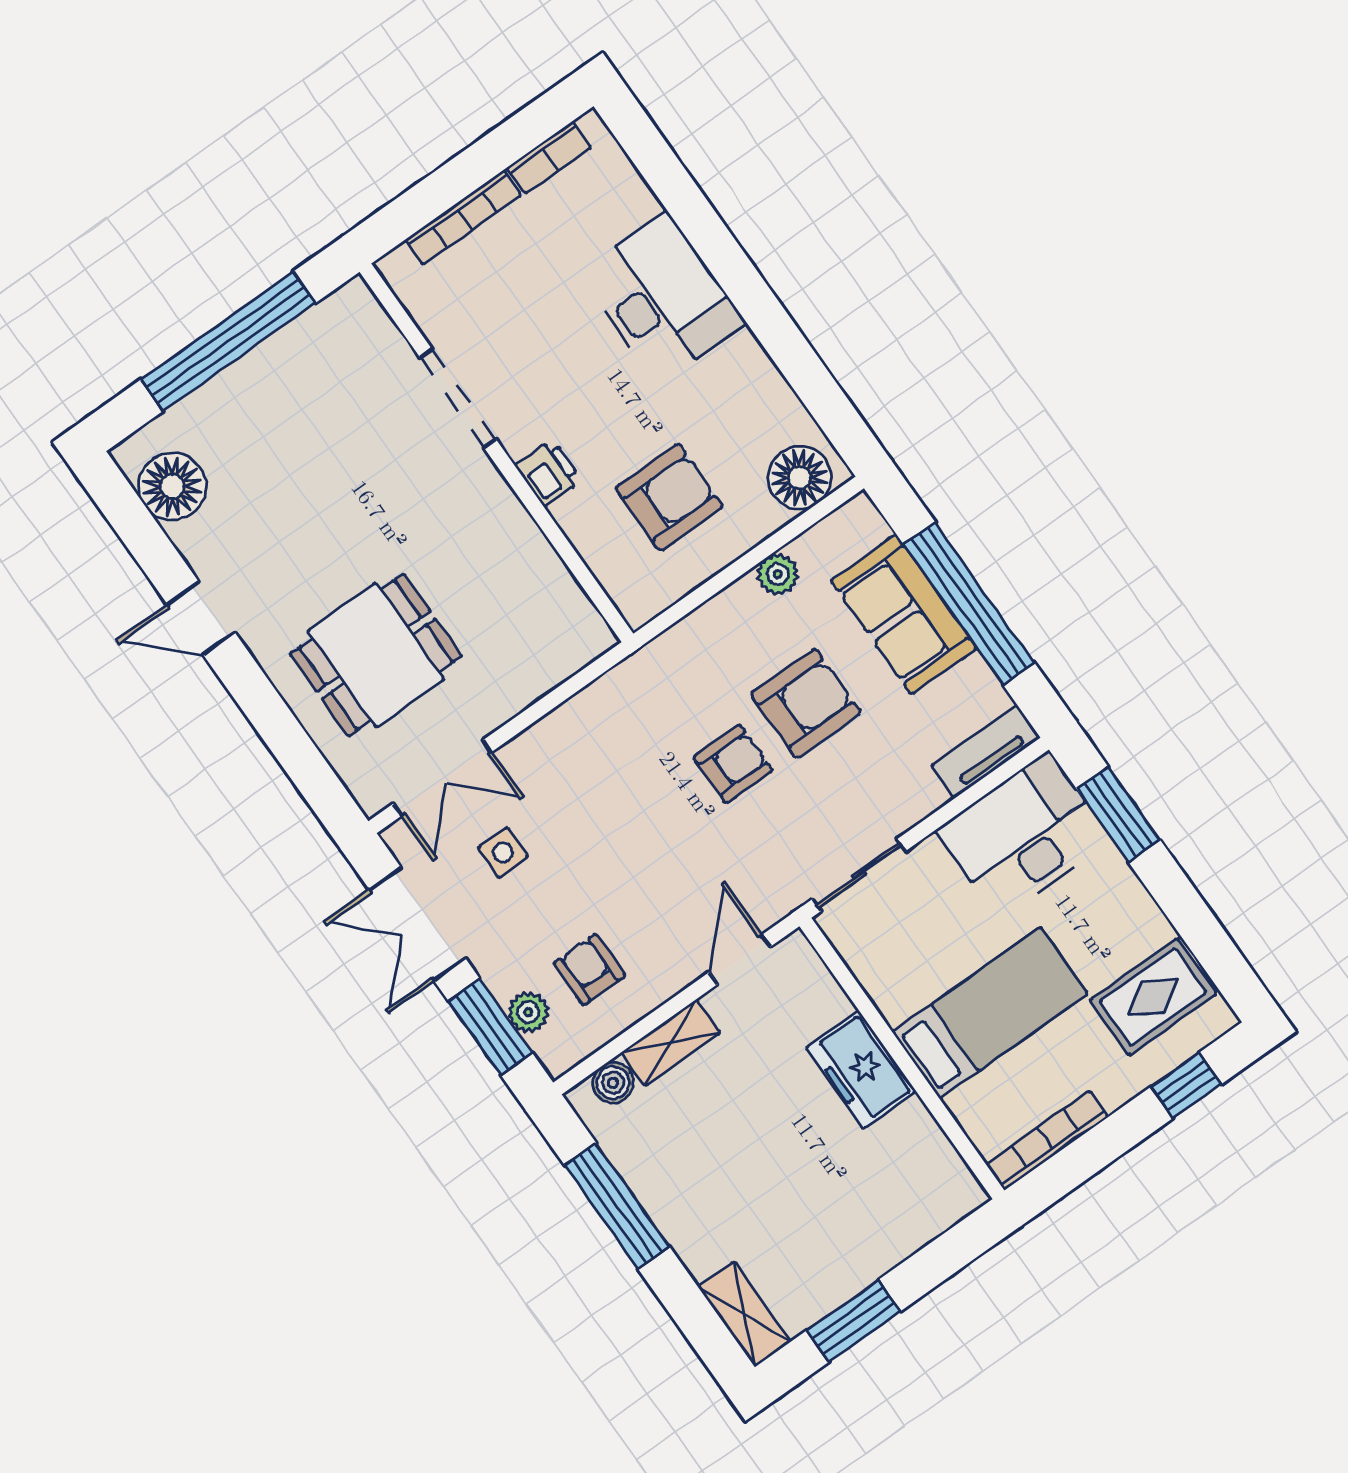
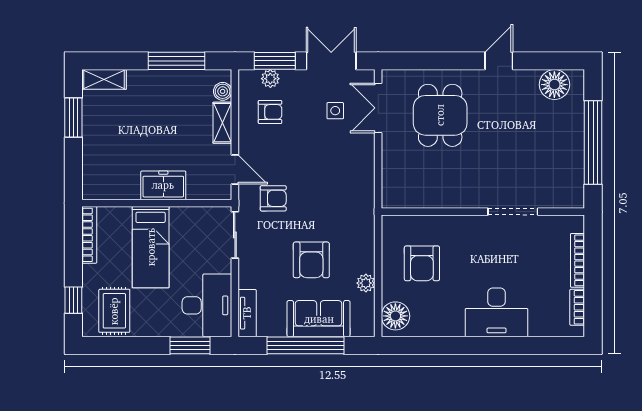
printer: (548, 473) -> (462, 225), removed
armchair: (733, 764) -> (273, 198), moved, turned -90

